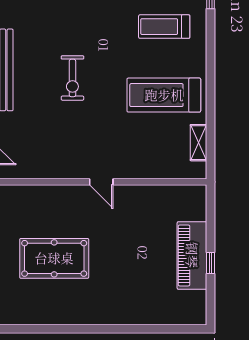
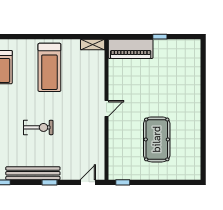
shelving: (198, 143) -> (93, 45), moved
piano: (192, 255) -> (131, 49), moved

